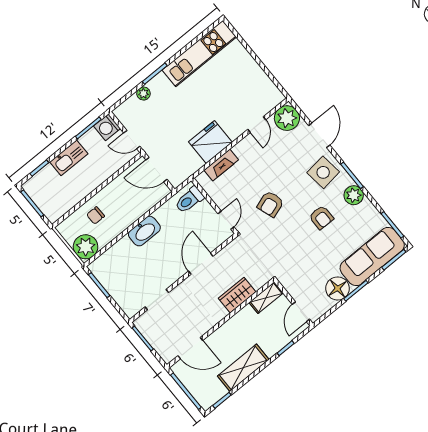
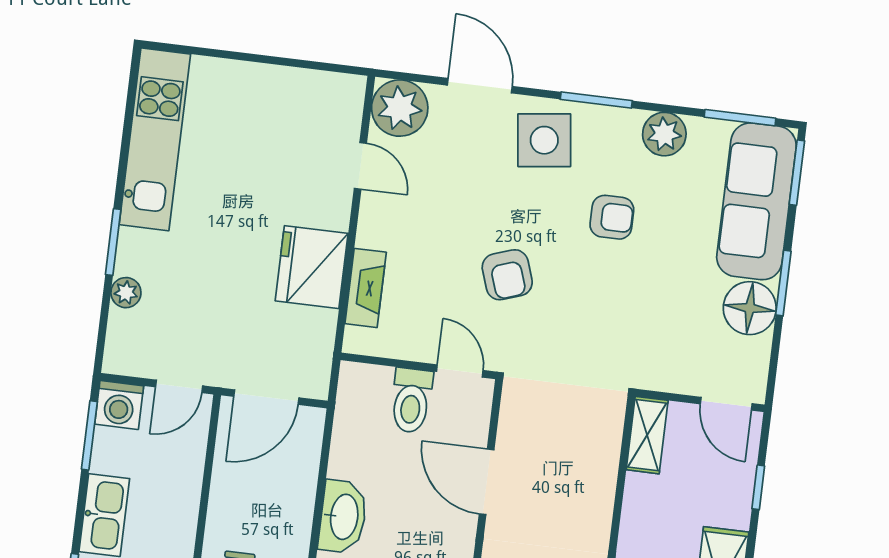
plant: (354, 195) -> (664, 134), moved
toilet: (189, 200) -> (411, 401), moved
wardrobe: (237, 295) -> (596, 476), removed

